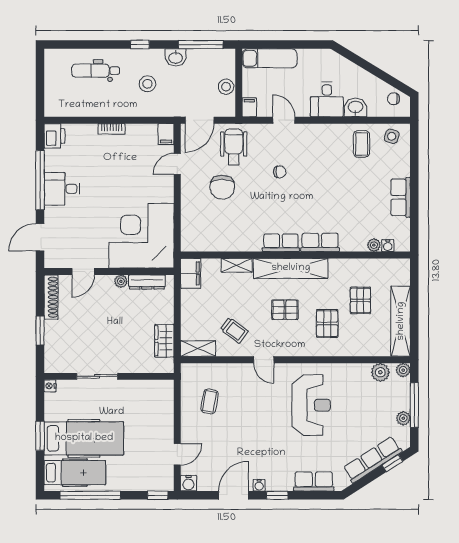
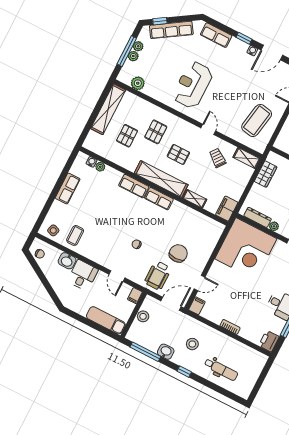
plant: (403, 370) -> (133, 56), moved
coffee table: (210, 401) -> (257, 120), width x1.86, depth x1.72

